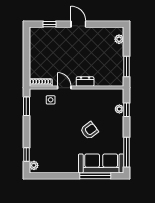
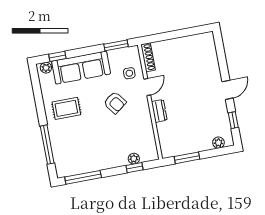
window: (50, 24) -> (233, 120), moved
armchair: (89, 130) -> (115, 103), moved
rug: (69, 155) -> (66, 108), added
sofa: (101, 163) -> (81, 68), moved, turned 90

